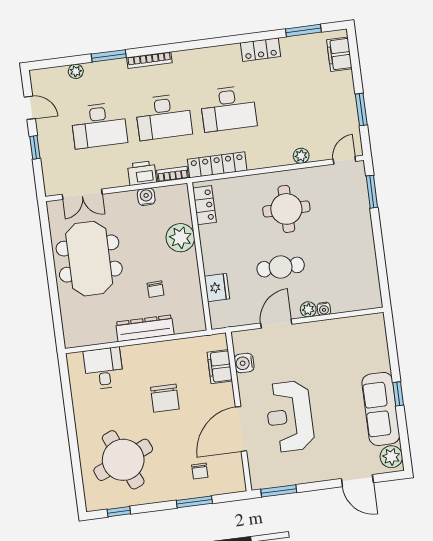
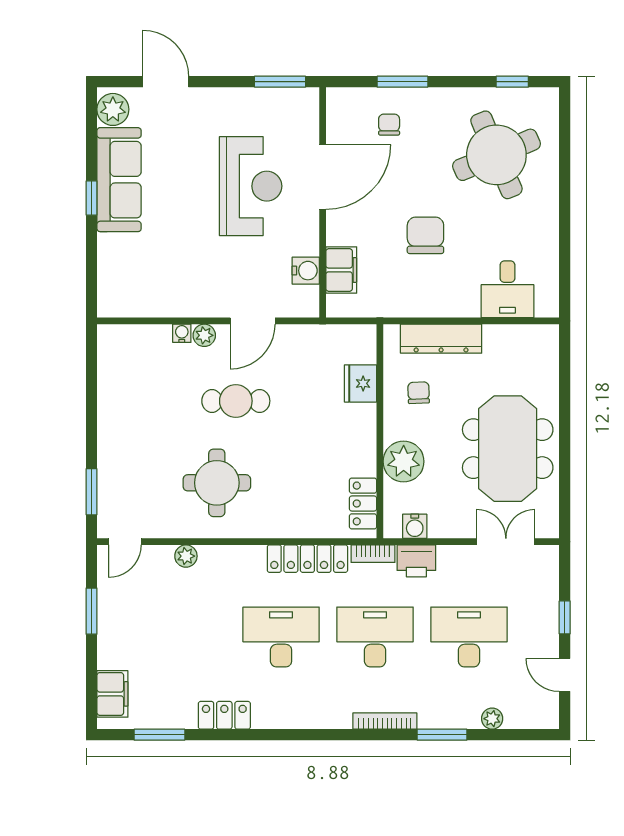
locker: (205, 205) -> (363, 503), moved
plant: (180, 238) -> (404, 461), moved
wall: (199, 256) -> (380, 431), moved
fridge: (217, 288) -> (360, 383), moved

